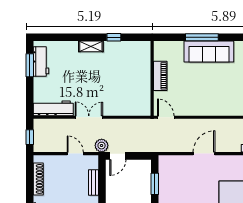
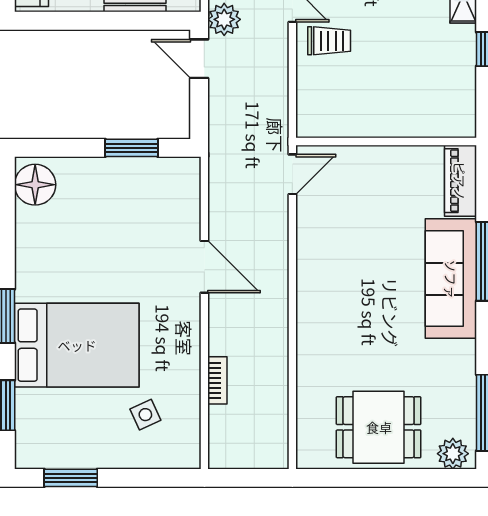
piano: (160, 76) -> (460, 181), moved, turned 90
trolley: (110, 102) -> (329, 41), added

